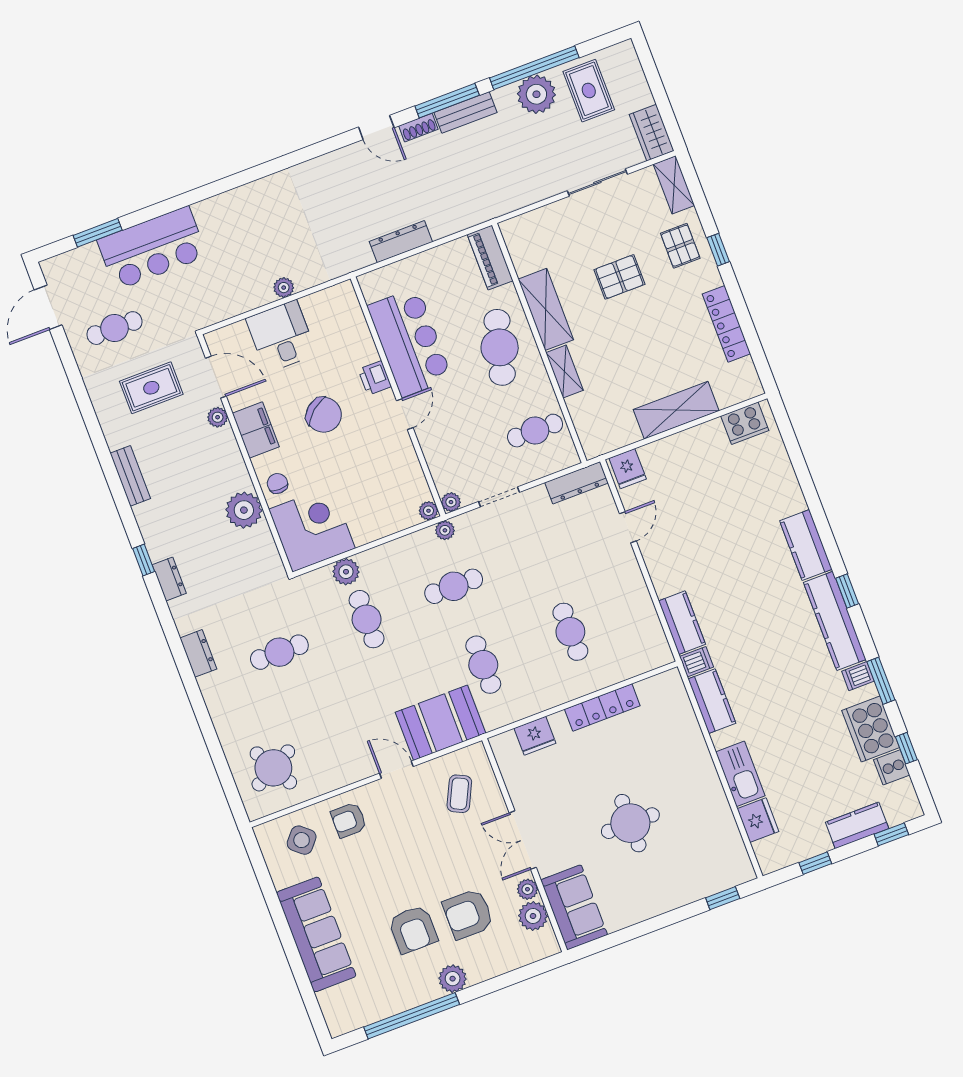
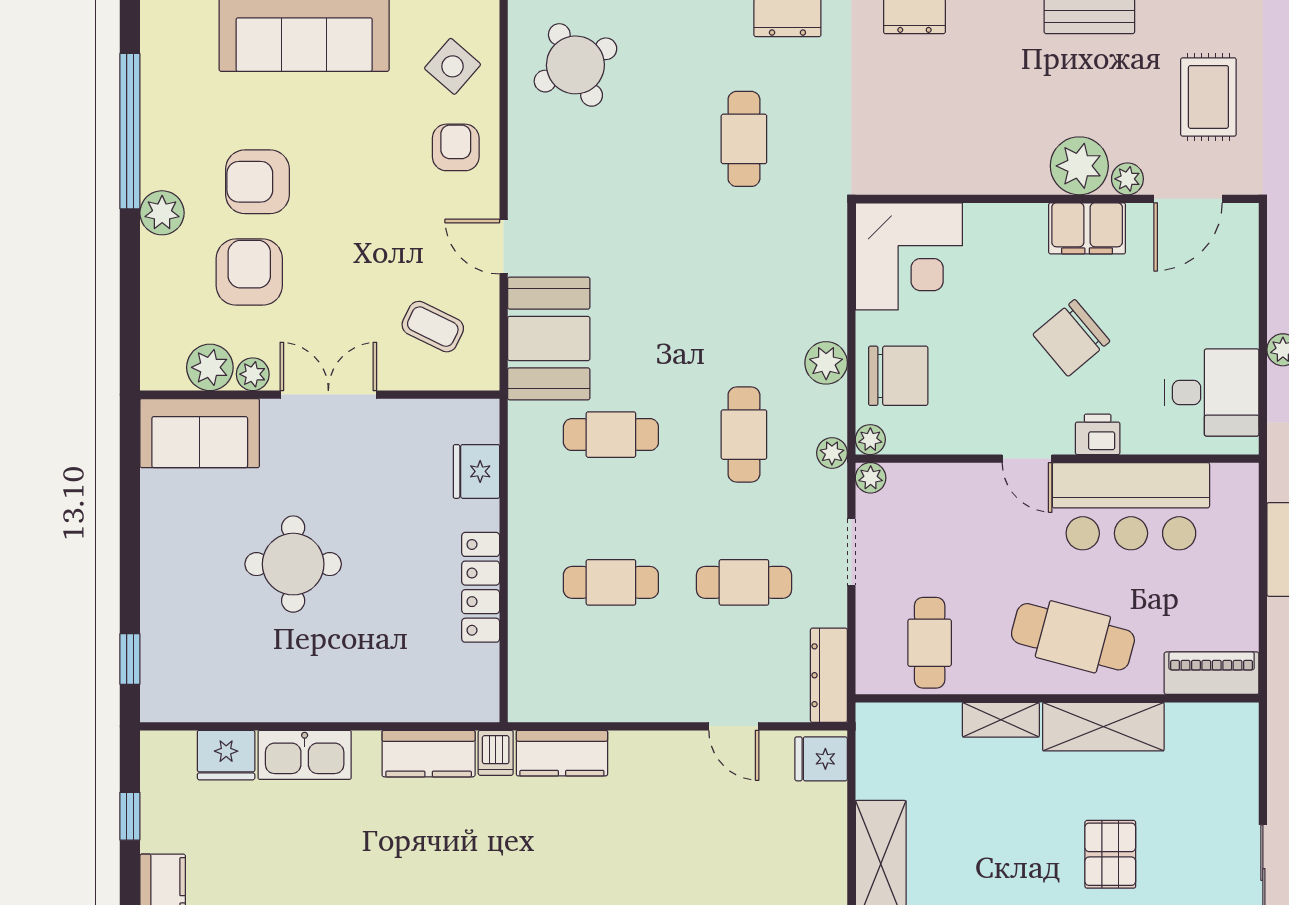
desk: (281, 336) -> (1212, 392), moved
chair: (277, 483) -> (898, 376), moved, width x1.87, depth x1.87
plant: (244, 510) -> (1079, 166), moved
plant: (346, 572) -> (826, 363), moved
cafe table: (367, 619) -> (744, 582), moved
door: (396, 770) -> (504, 247), swing flipped

